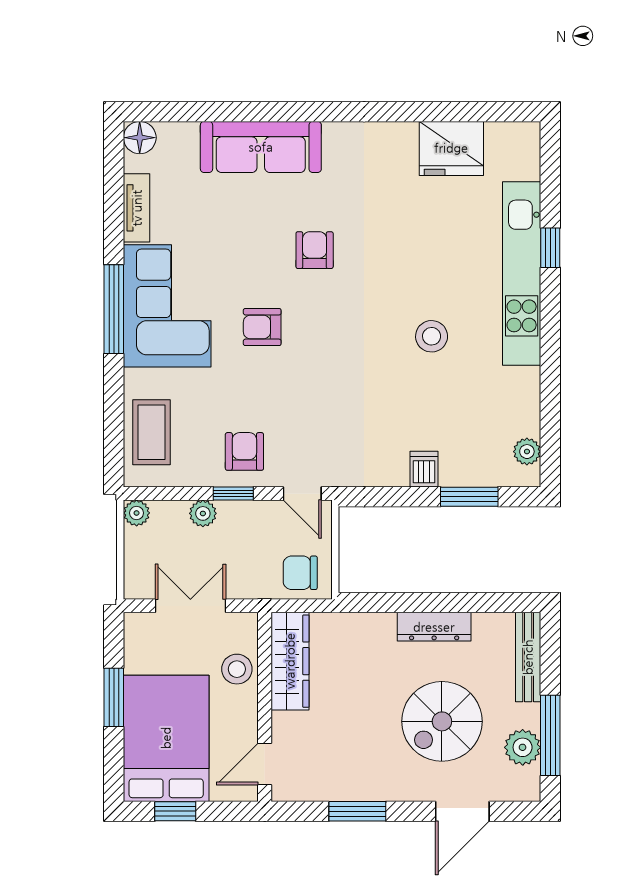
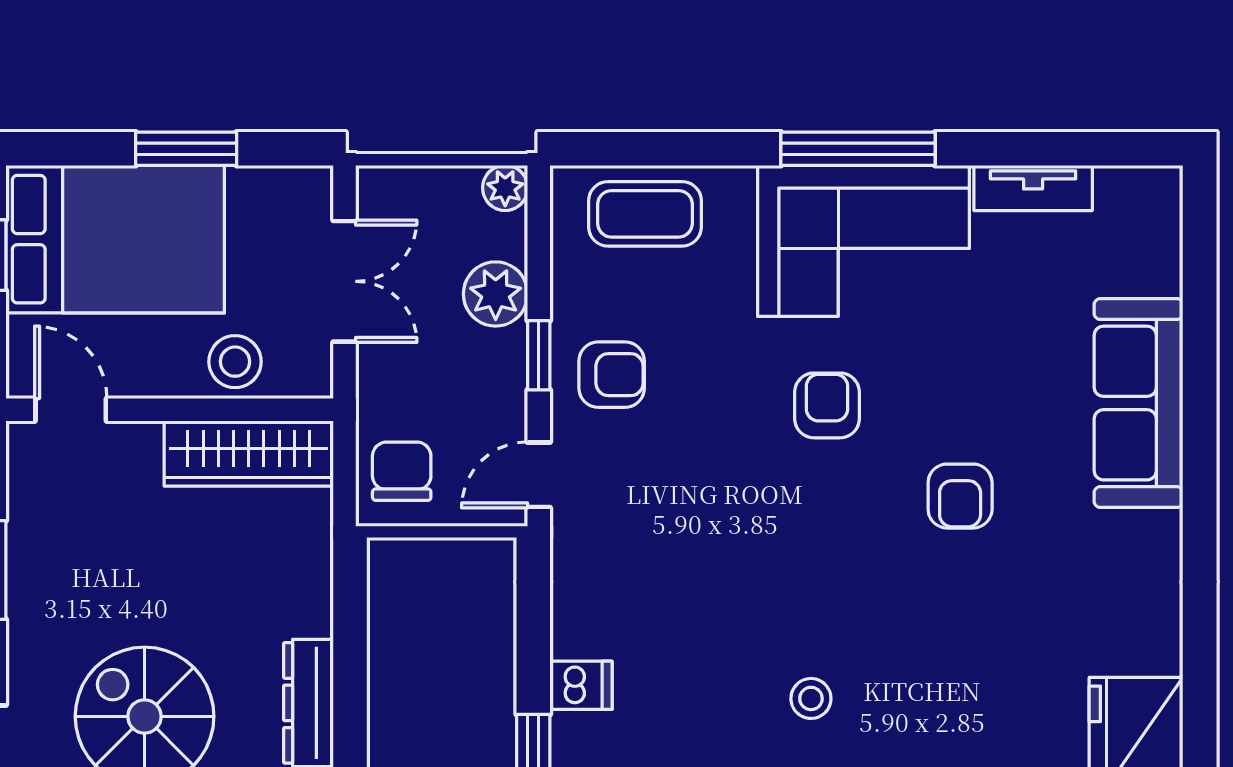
floor lamp: (140, 138) -> (1155, 194), removed
armchair: (315, 250) -> (960, 496), turned 90
stool: (432, 336) -> (811, 698), width x0.73, depth x0.73
plant: (203, 513) -> (496, 294), width x1.38, depth x1.38

